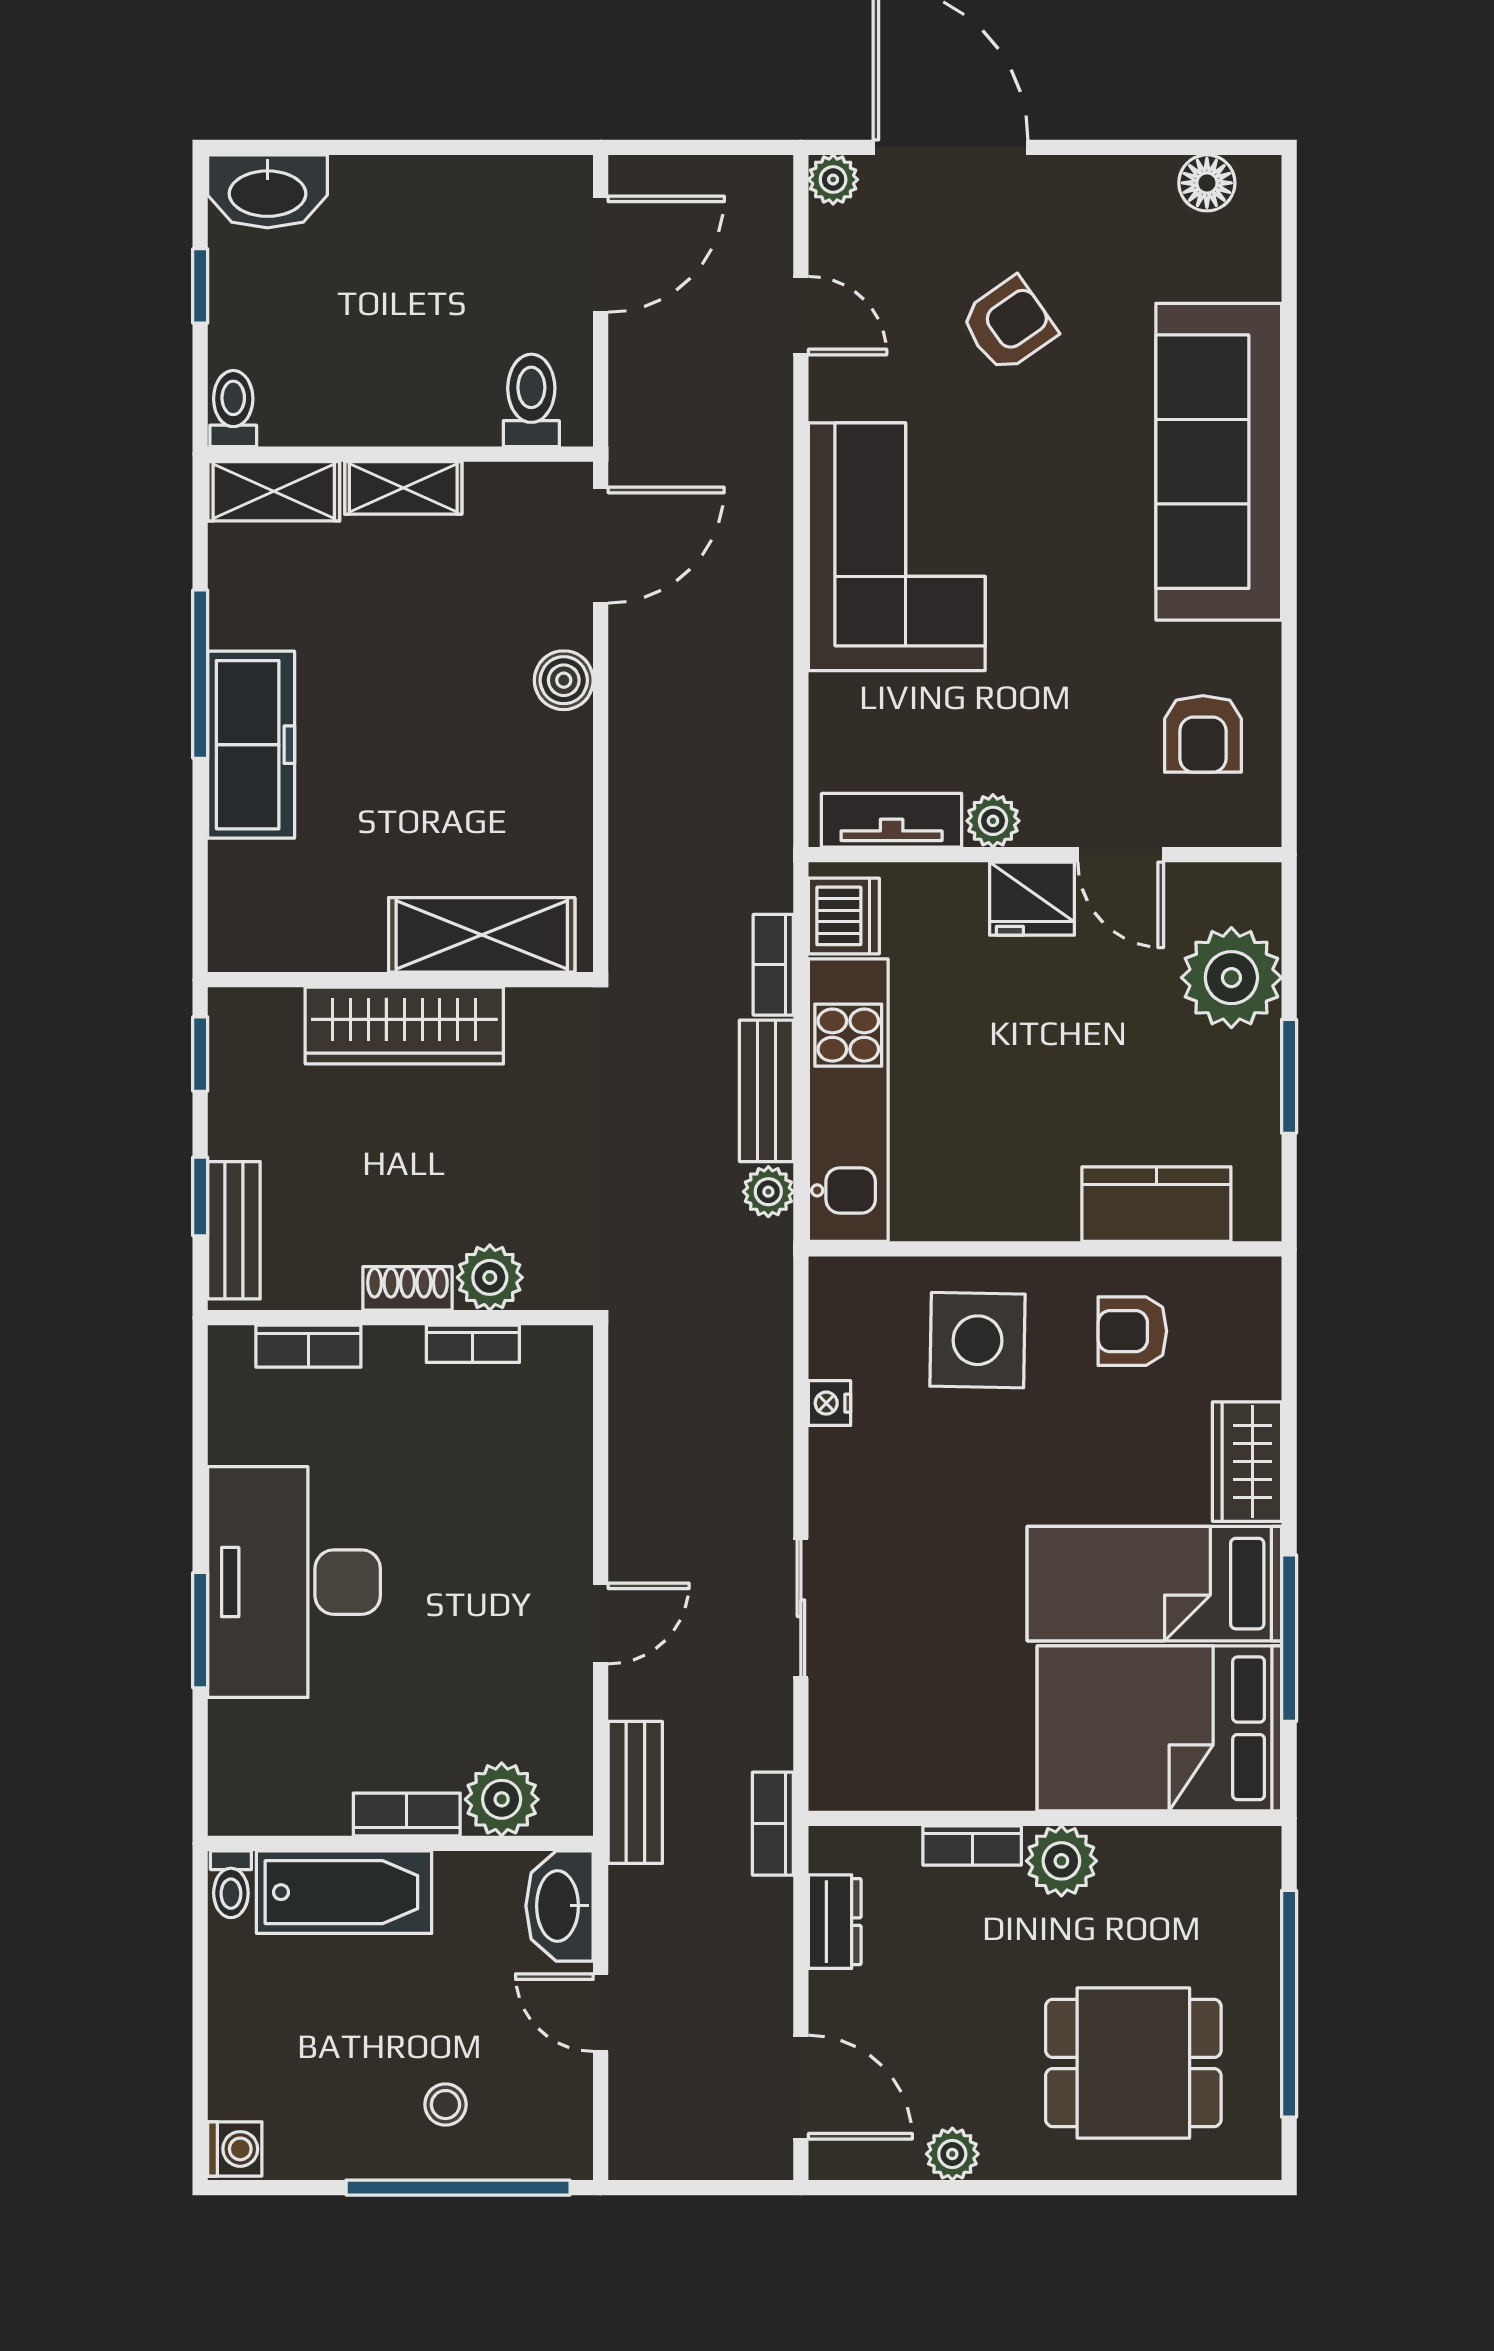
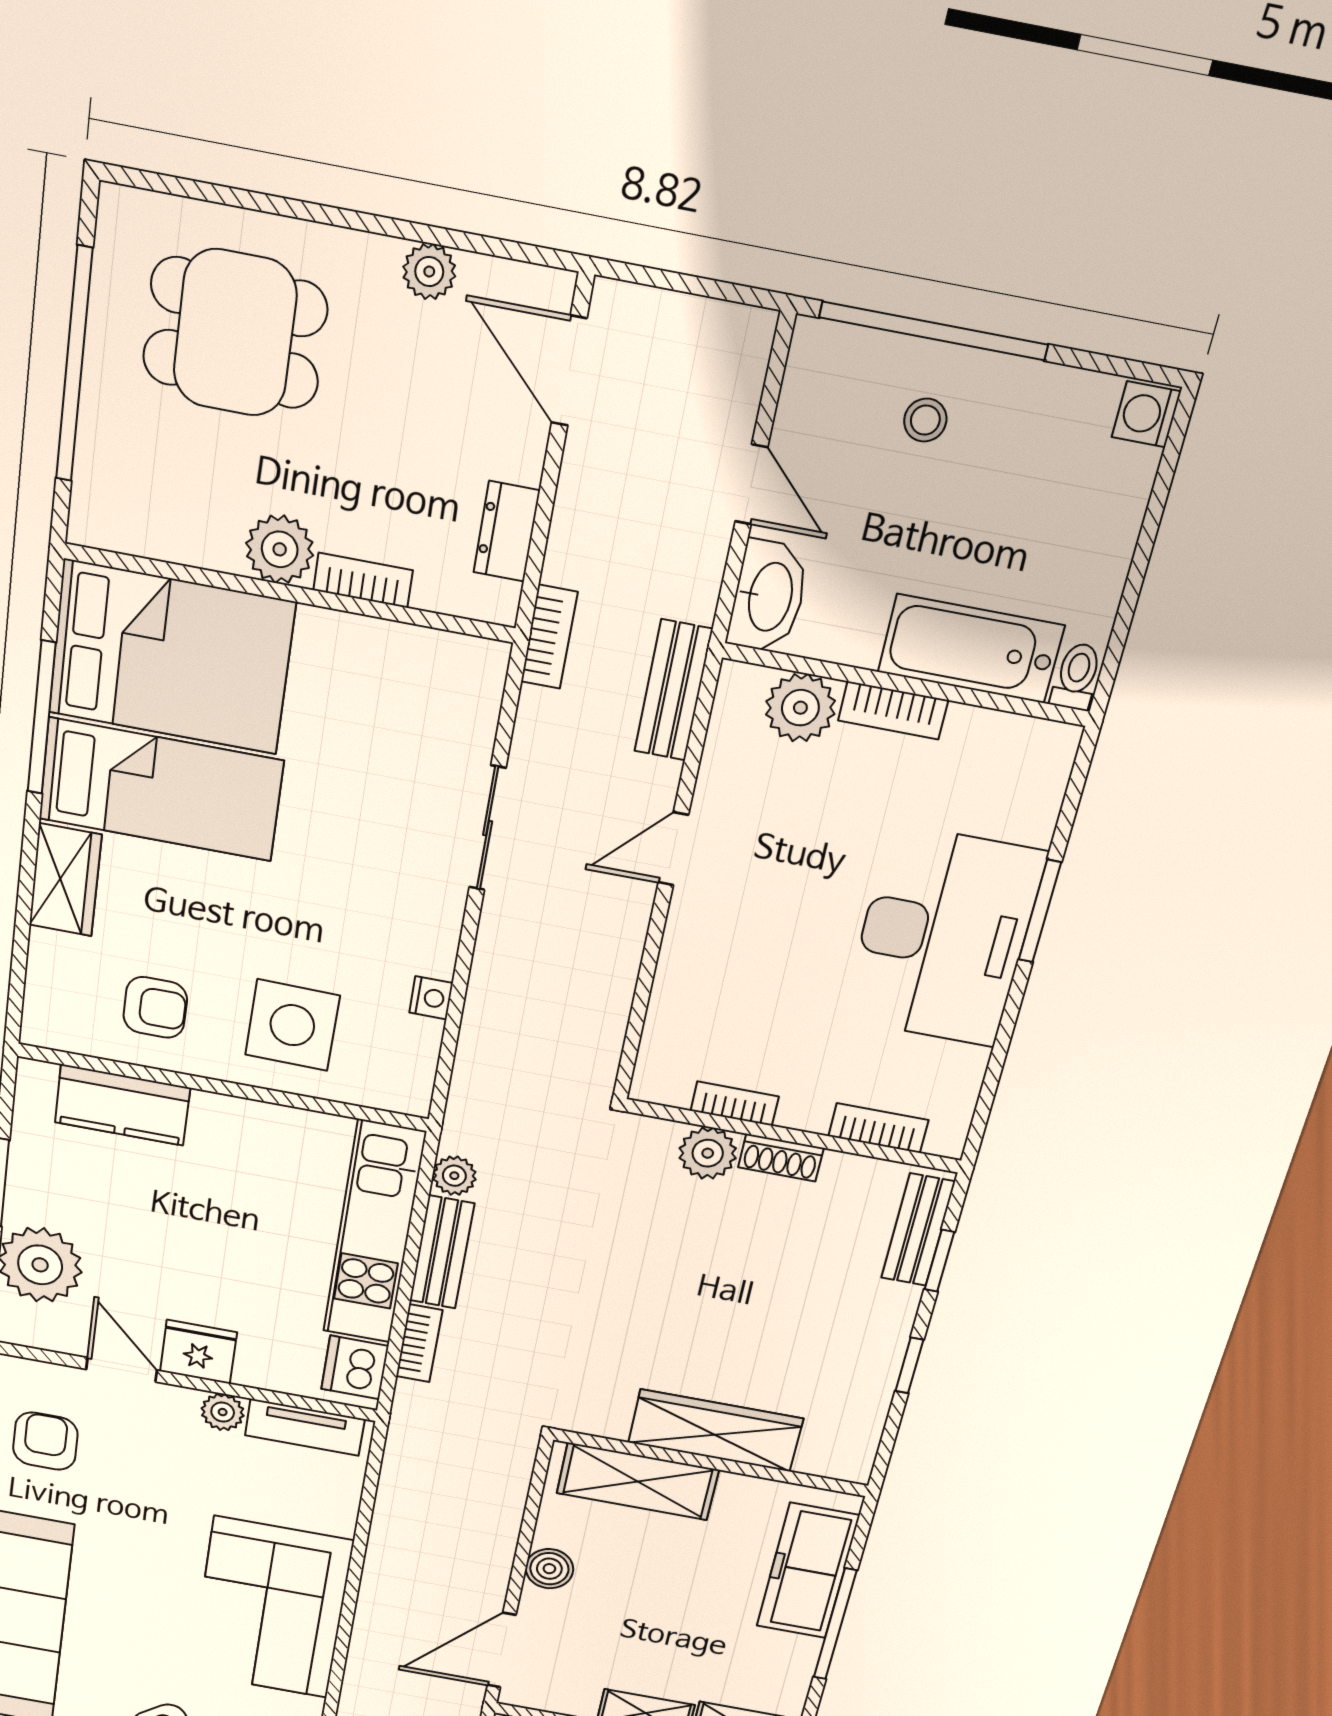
shelving: (482, 935) -> (638, 1482), moved
wall: (400, 980) -> (711, 1463), moved
wardrobe: (404, 1026) -> (716, 1430), moved

